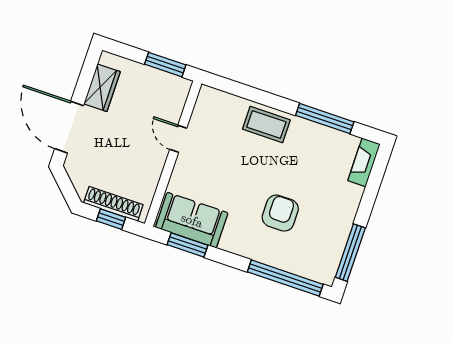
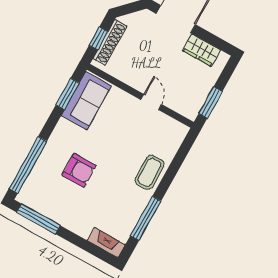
door: (178, 139) -> (151, 102), hinge flipped

